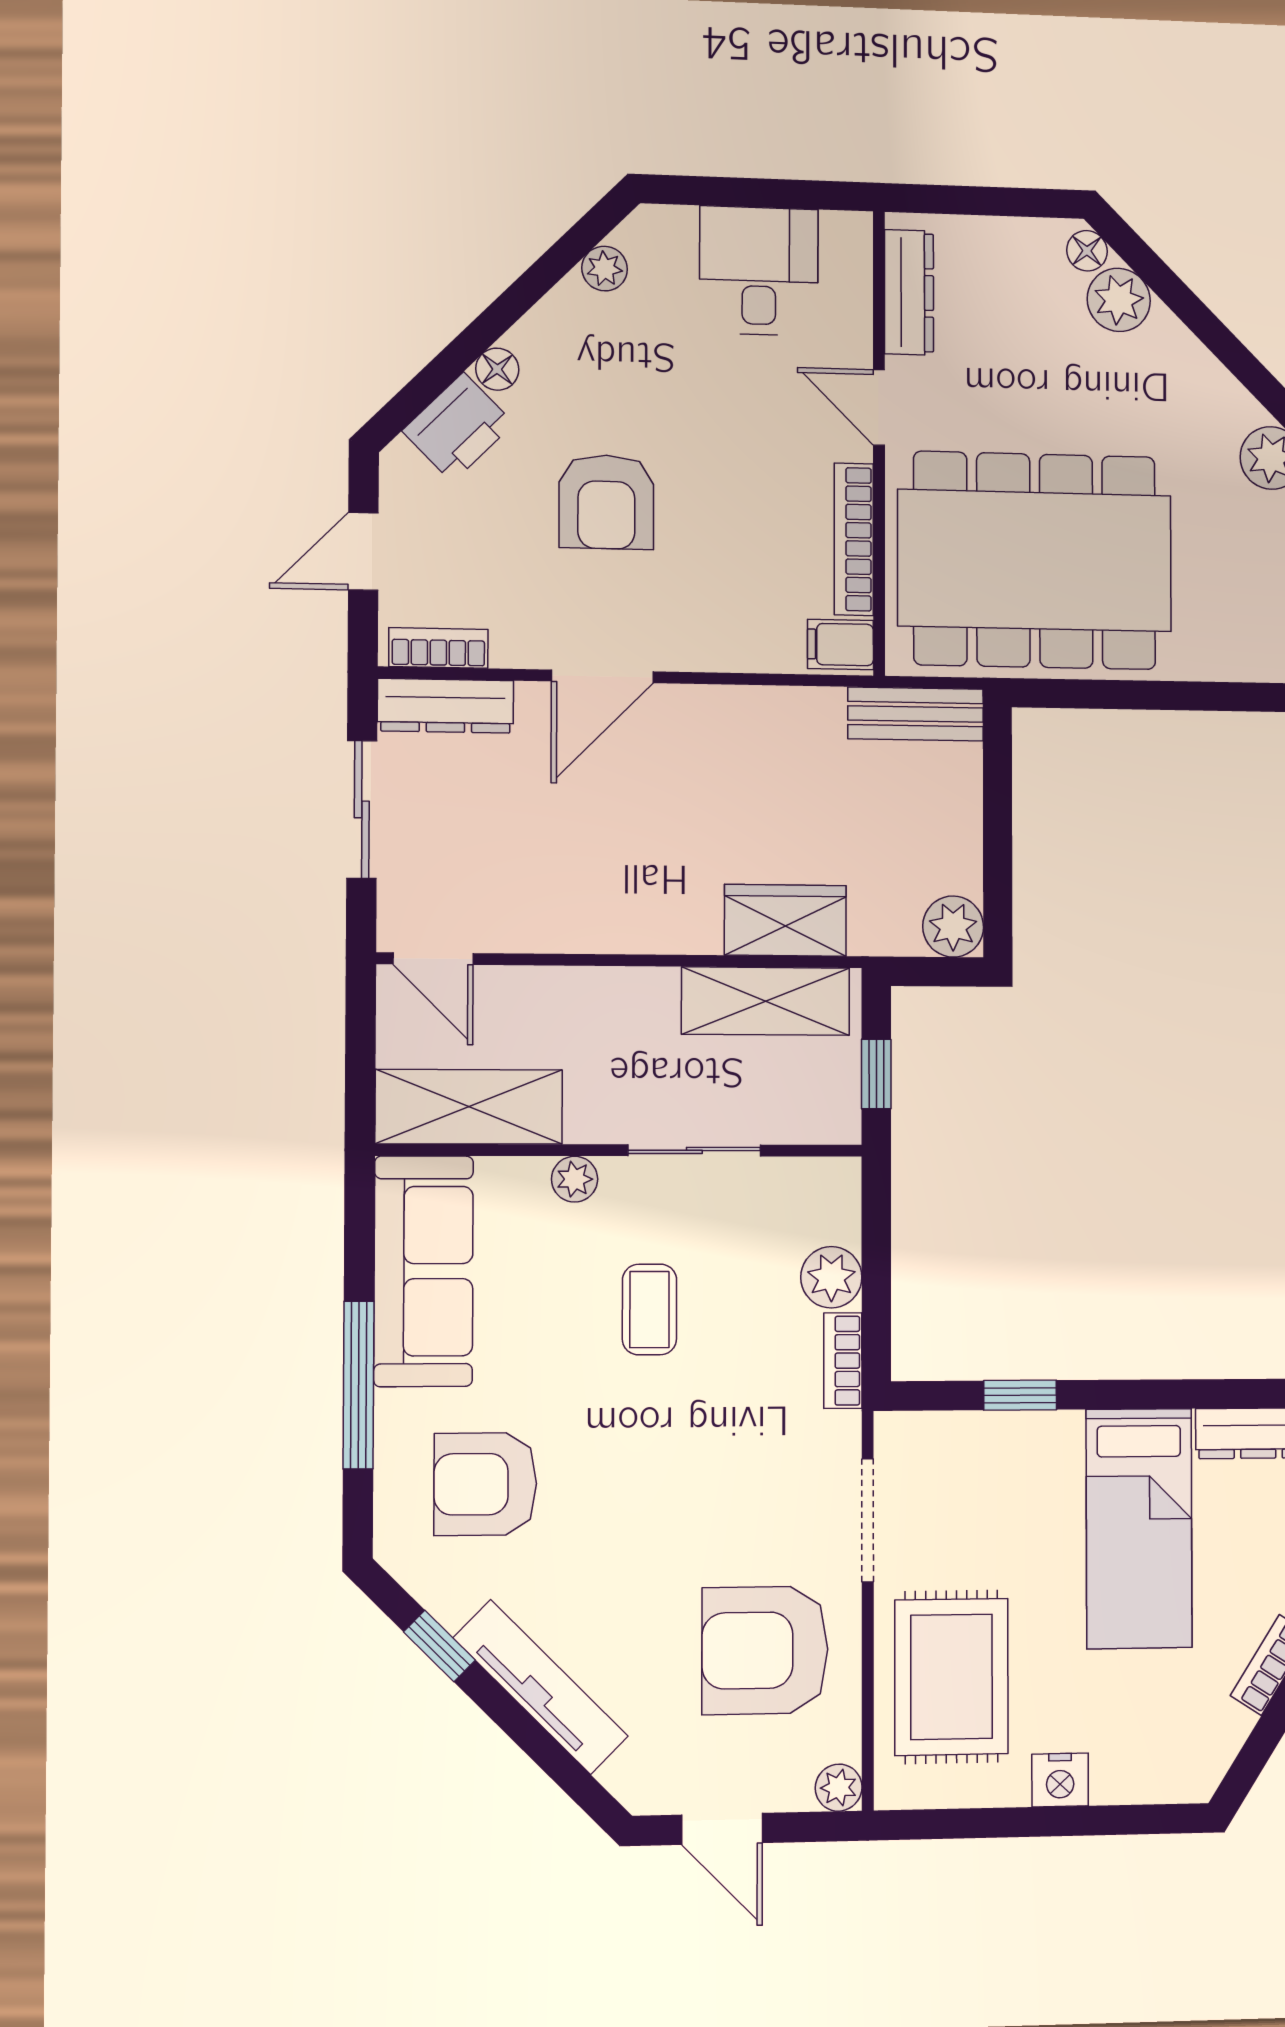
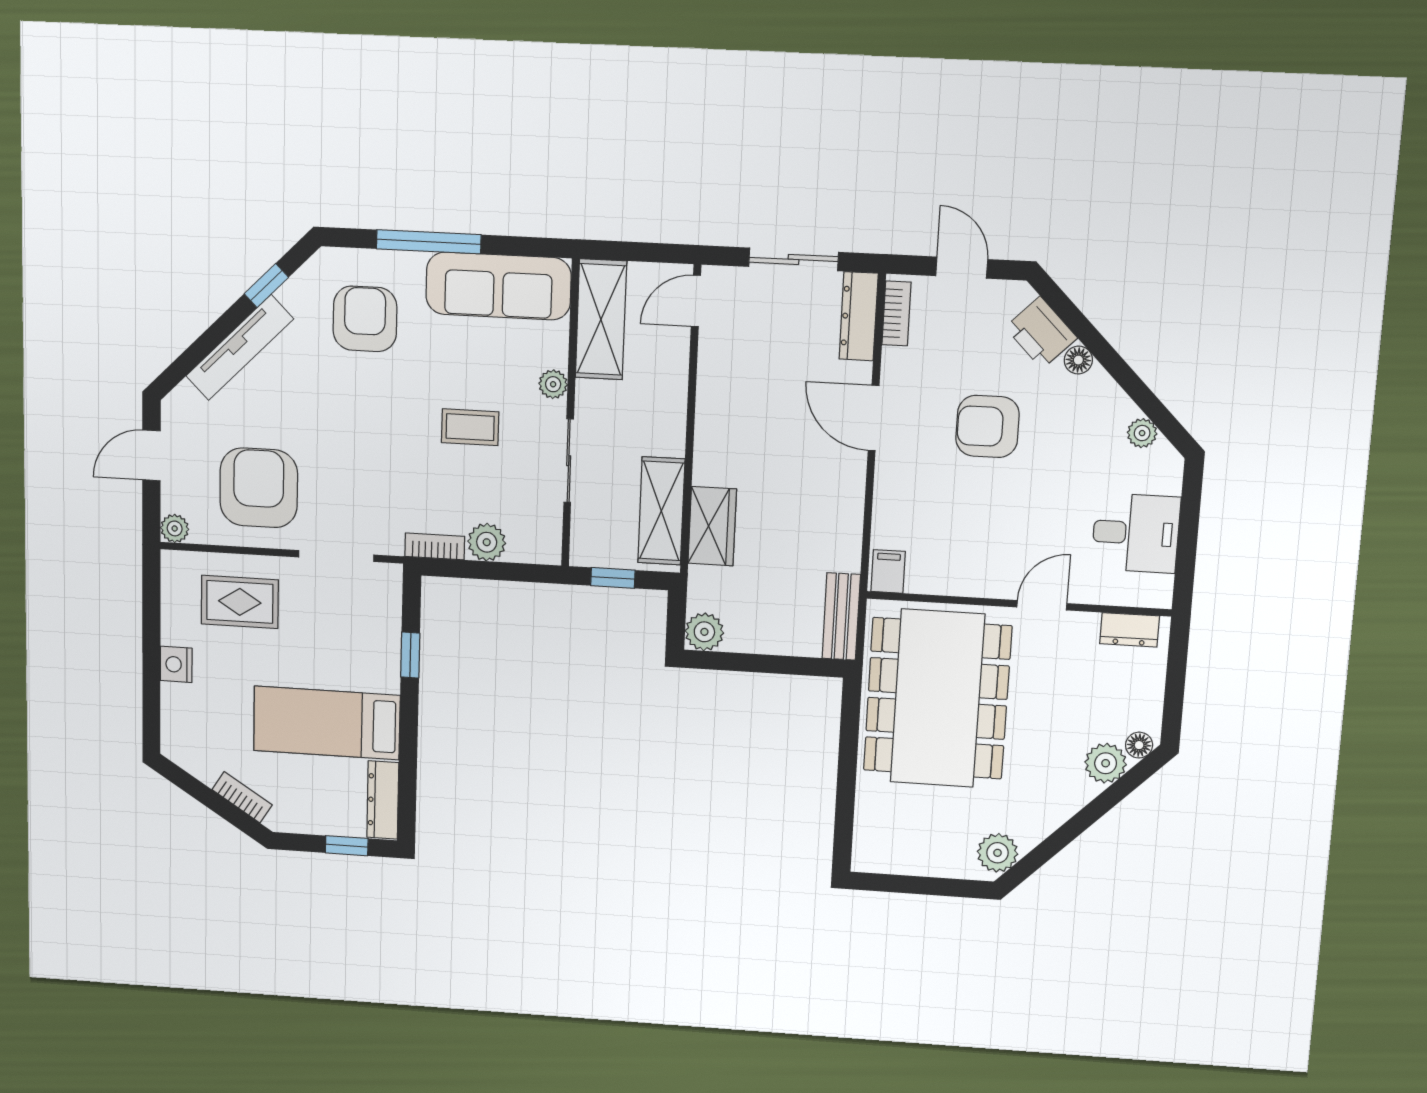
dresser: (909, 292) -> (1130, 630), width x0.70
bookcase: (854, 539) -> (956, 584), removed
rug: (952, 1677) -> (240, 602), width x0.73, depth x0.70

